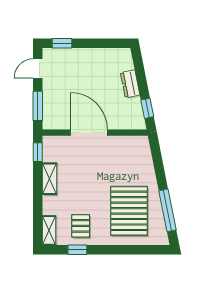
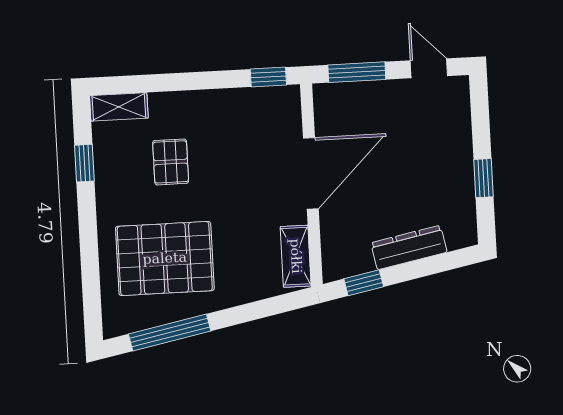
window: (62, 43) -> (484, 178), moved
dresser: (130, 84) -> (409, 247), width x1.44
shelving: (50, 179) -> (296, 256), moved, turned 90
pallet: (81, 226) -> (171, 162), moved, turned 90

